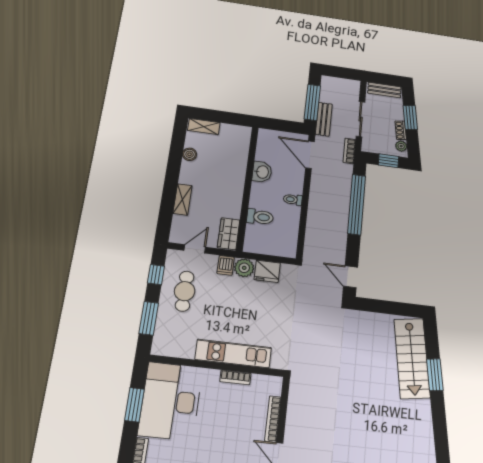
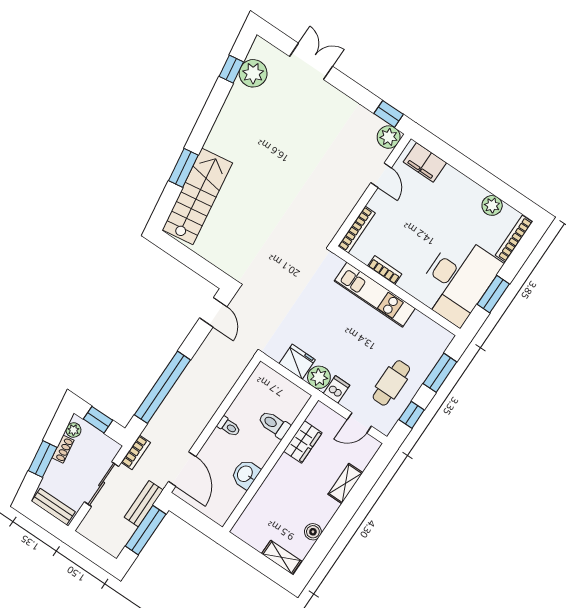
wardrobe: (229, 234) -> (303, 442), moved
bookcase: (273, 419) -> (357, 230), moved

